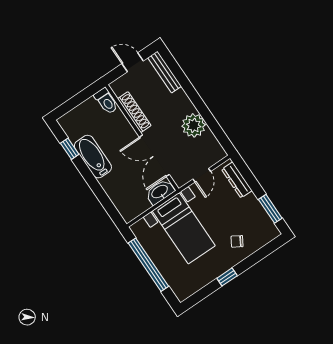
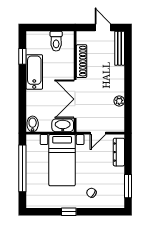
toilet: (106, 101) -> (56, 41), moved
plant: (194, 125) -> (119, 101), width x0.53, depth x0.53
bidet: (128, 212) -> (33, 124), added

